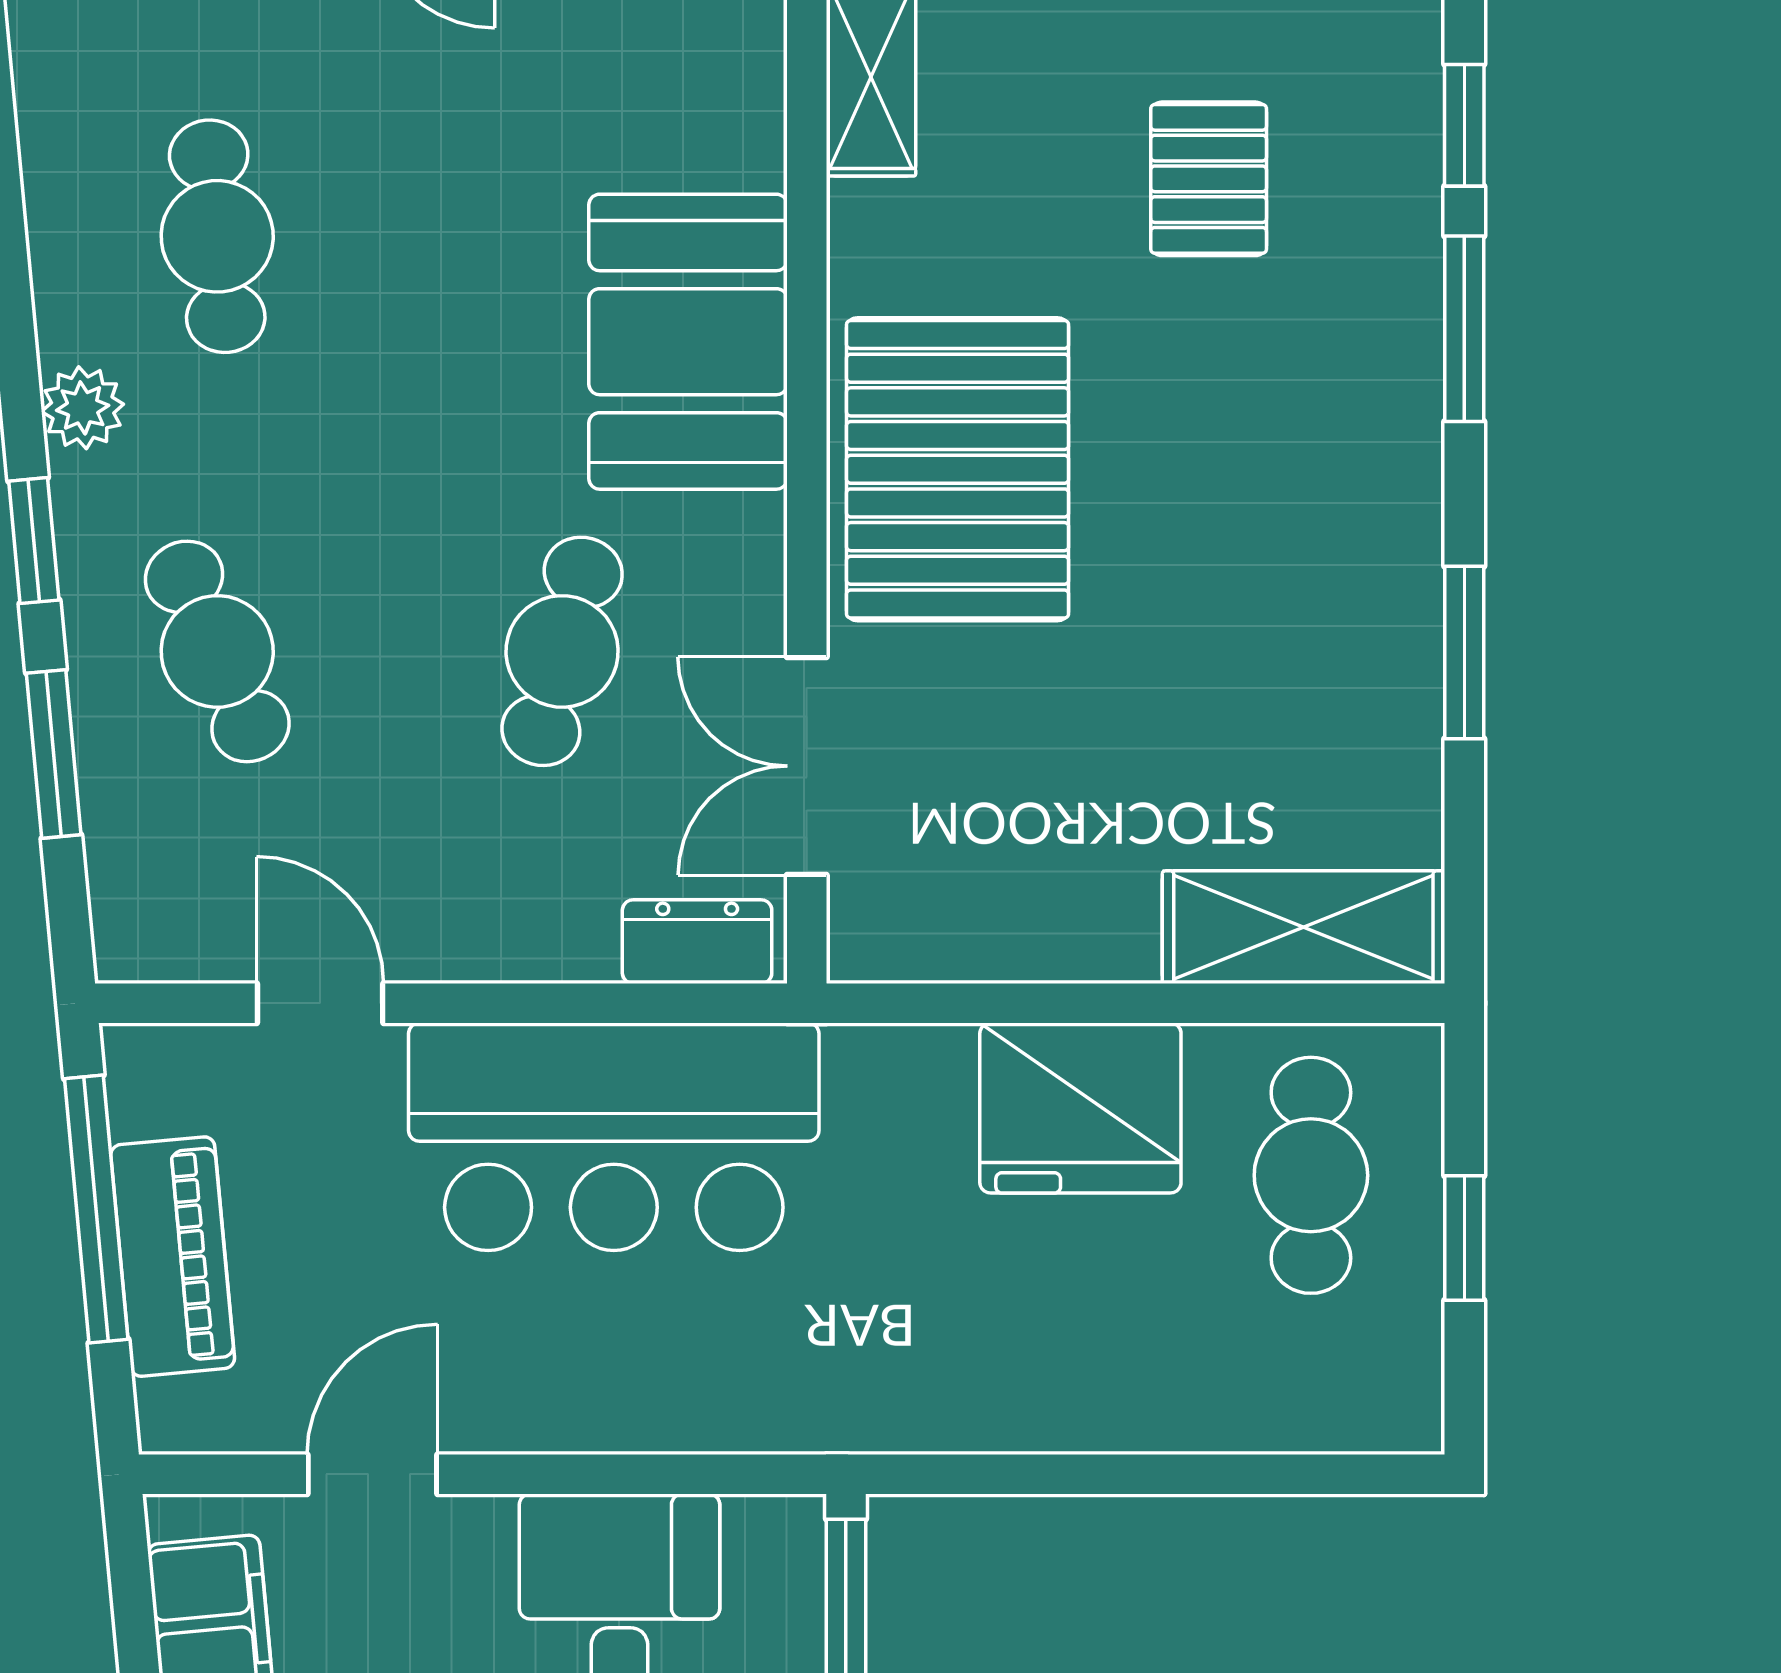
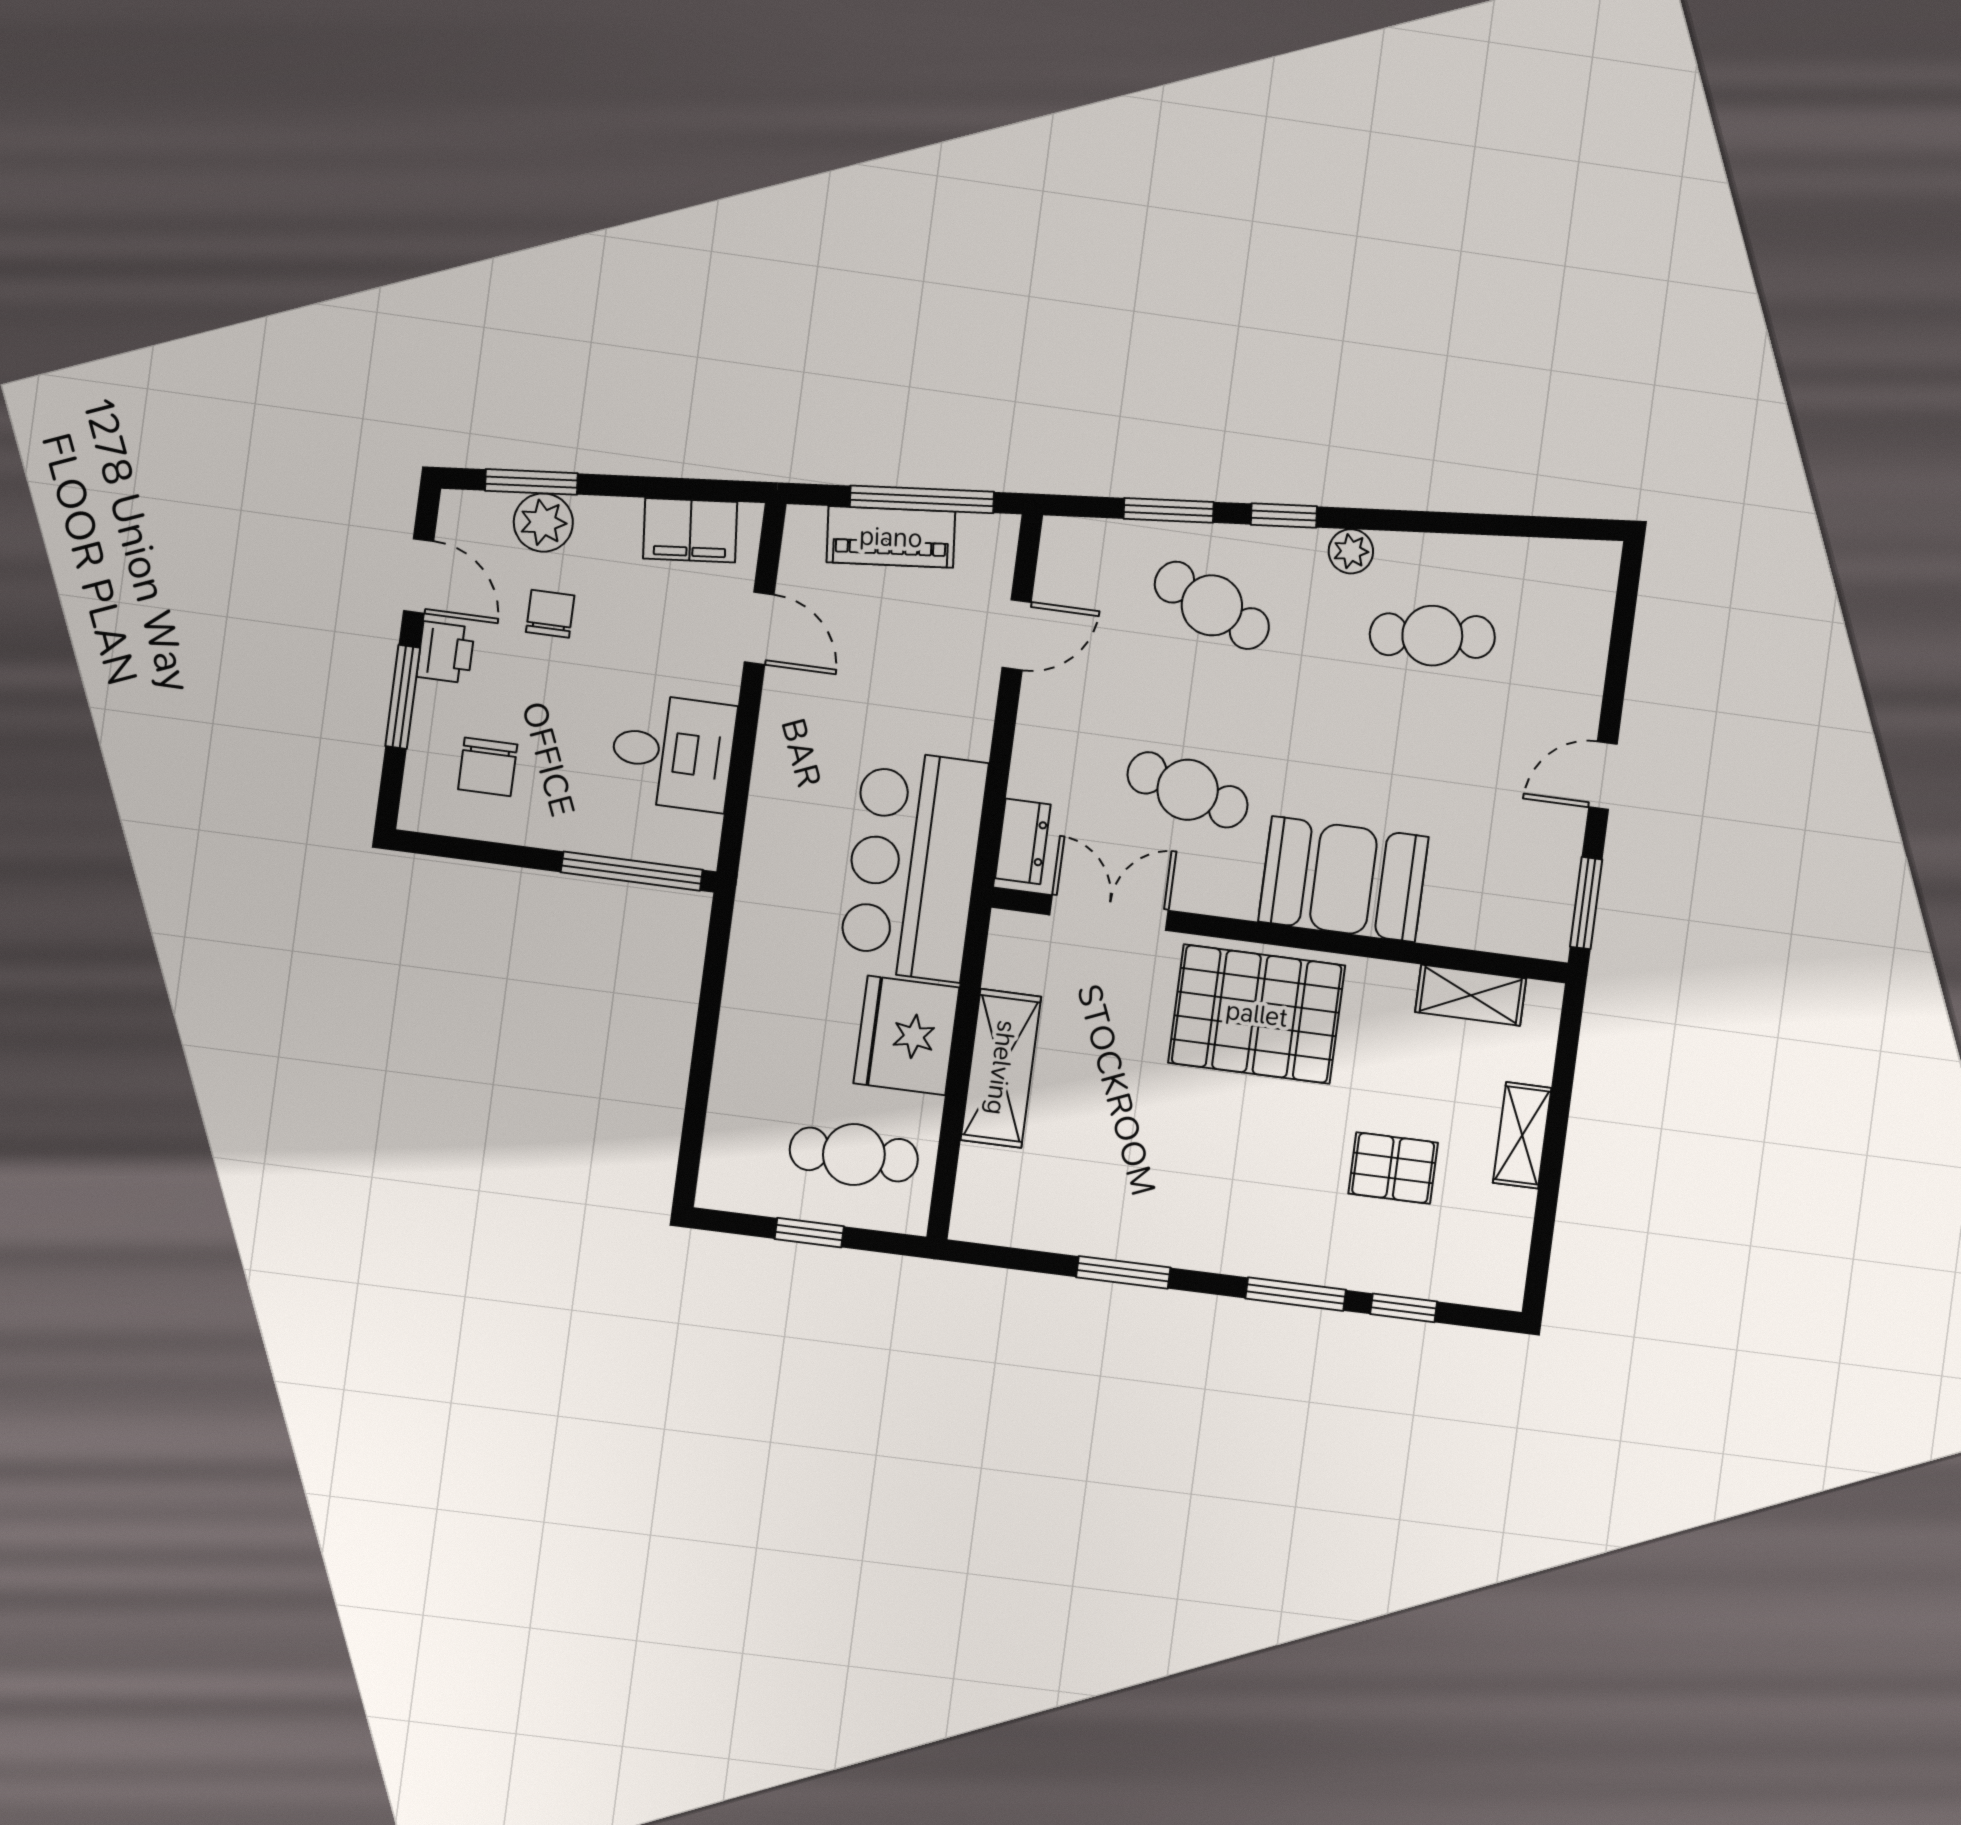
cafe table: (217, 651) -> (1212, 605), turned 48
shelving: (1303, 927) -> (1001, 1068), moved
bar counter: (614, 1137) -> (913, 865), moved

